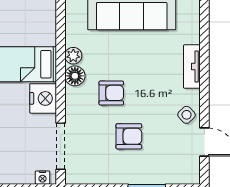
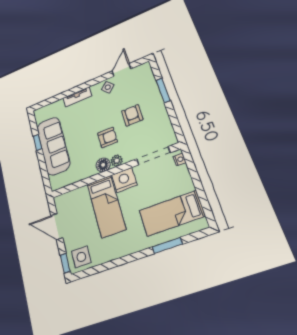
plant: (73, 56) -> (117, 161), moved
armchair: (111, 93) -> (107, 137), turned 90

